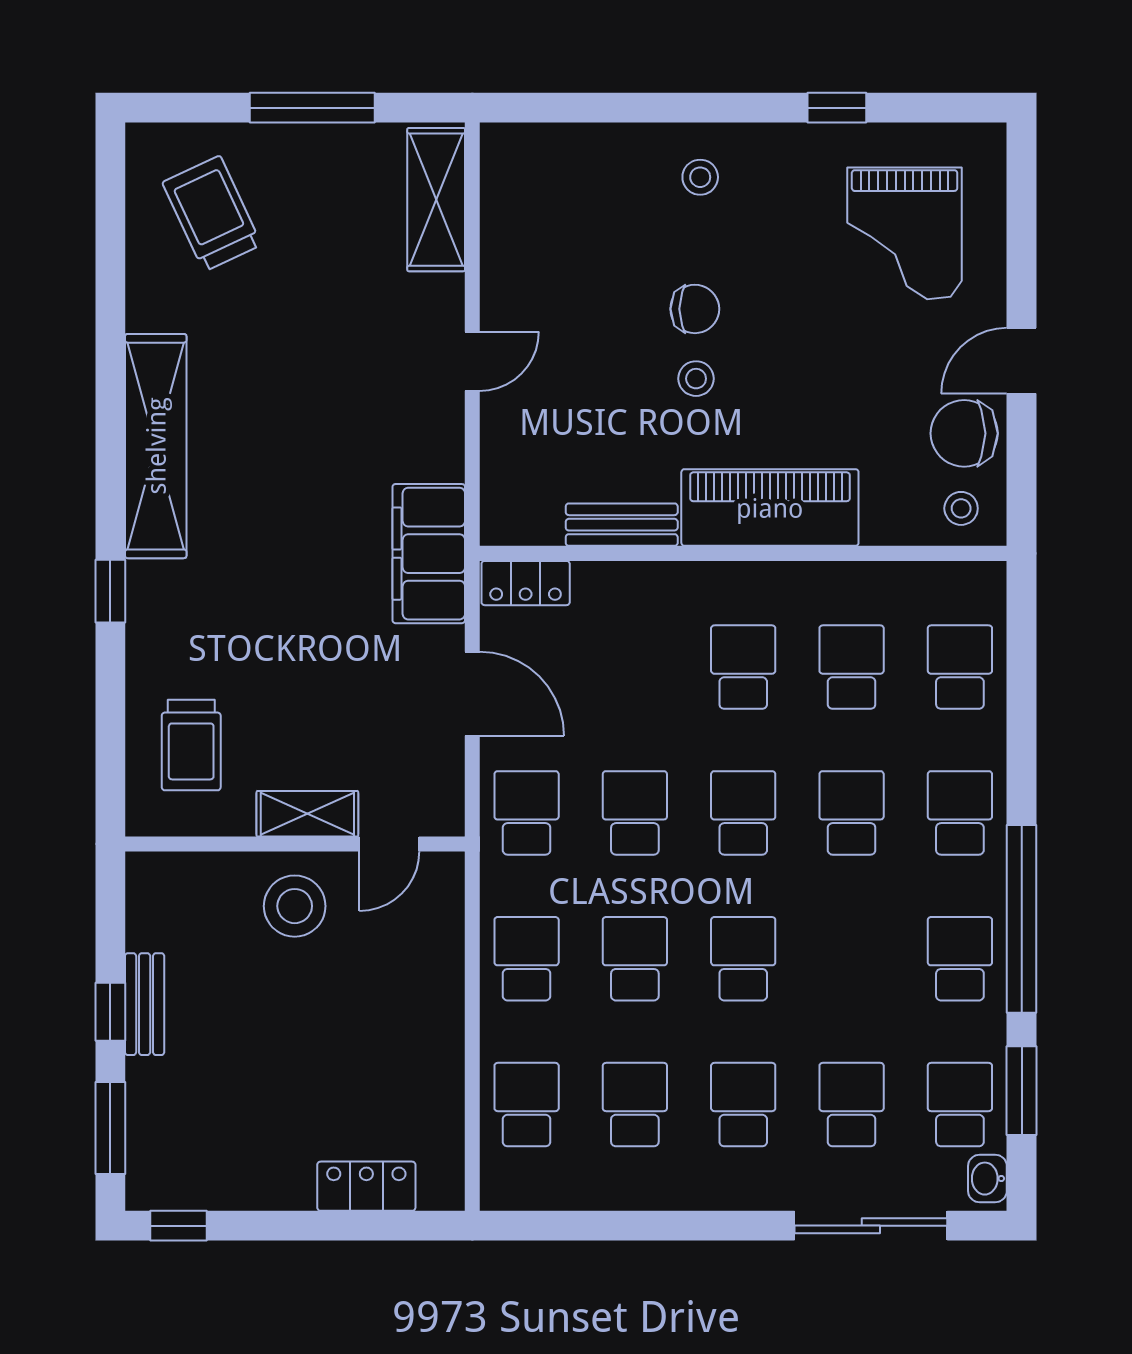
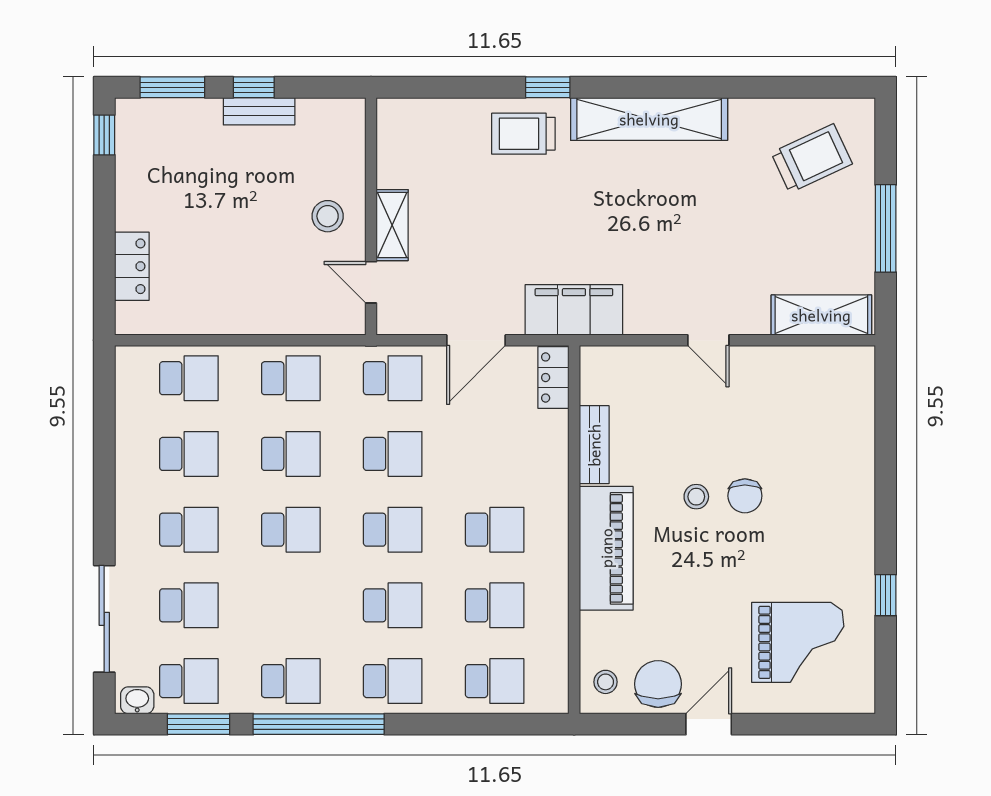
stool: (700, 177) -> (837, 500), removed
grand piano: (905, 233) -> (798, 642), turned 180
door: (1022, 361) -> (709, 724), hinge flipped
trolley: (191, 745) -> (523, 134), moved
stool: (295, 906) -> (328, 216), width x0.73, depth x0.73

